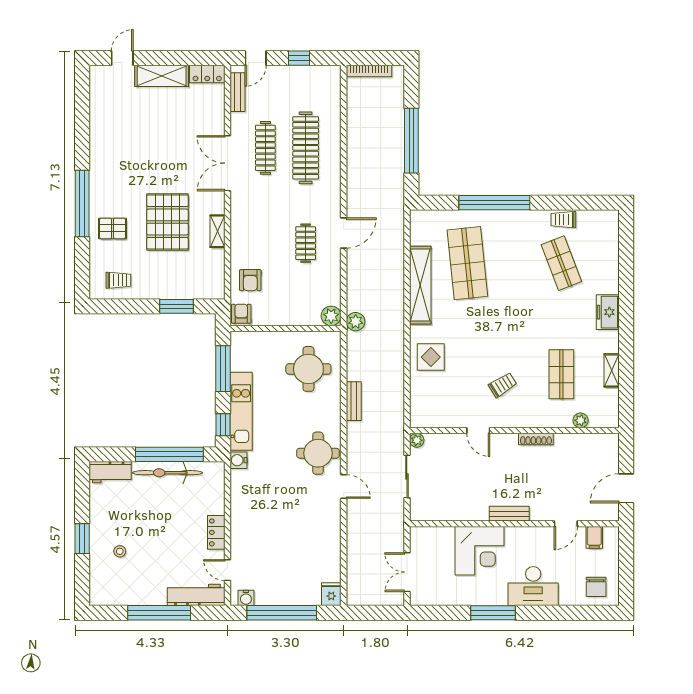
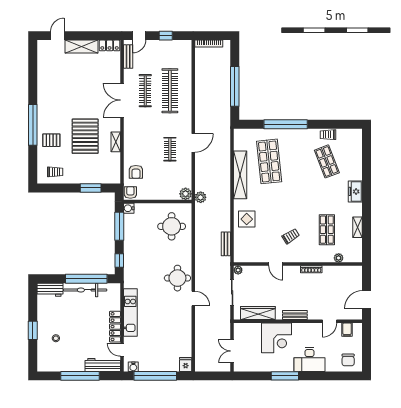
bench: (354, 401) -> (226, 244), moved
kitchen unit: (241, 411) -> (130, 312), moved
water cooler: (238, 460) -> (129, 208), moved
wardrobe: (449, 510) -> (258, 313), added
locker: (216, 532) -> (115, 327), width x1.53

